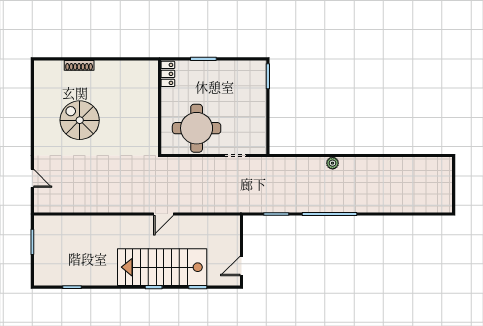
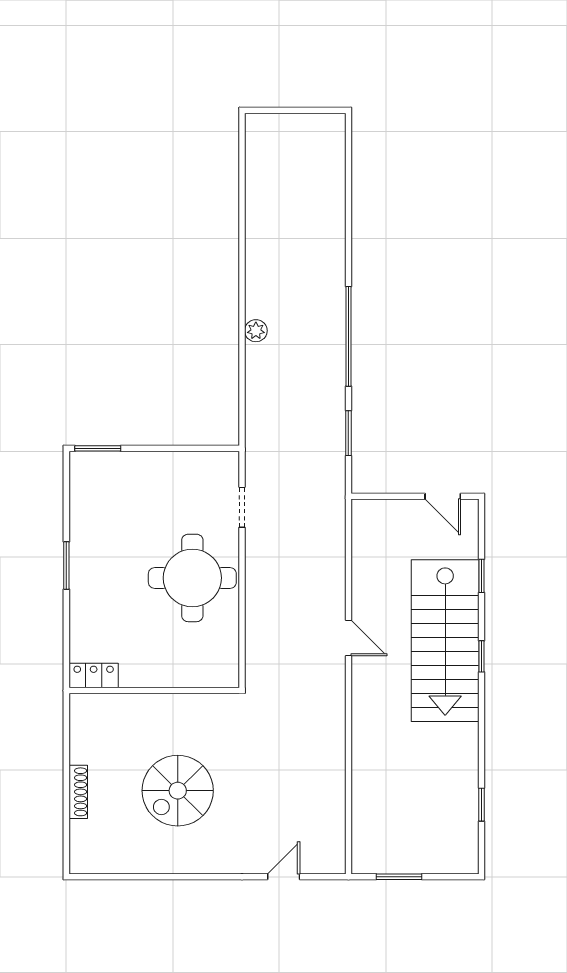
locker: (168, 74) -> (94, 675), moved
wall: (160, 107) -> (154, 691), moved

